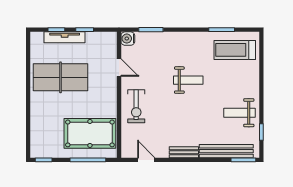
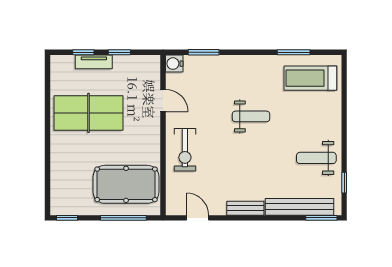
tv unit: (65, 37) -> (94, 62), width x0.71

